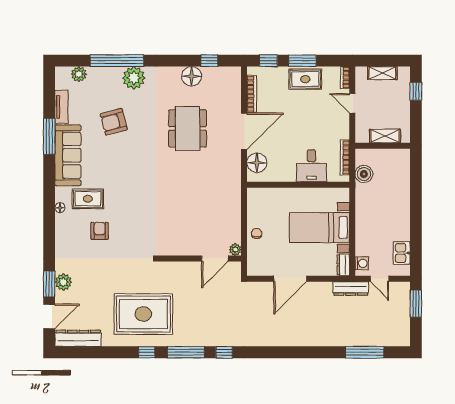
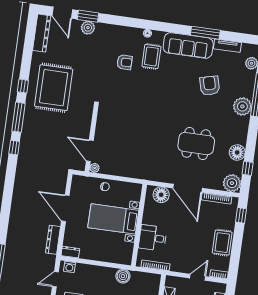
window: (302, 61) -> (237, 242), removed
plant: (230, 77) -> (232, 183), added
boiler: (364, 174) -> (123, 276), moved
bed with nightstands: (319, 228) -> (113, 219), moved, turned -90
dresser: (351, 288) -> (53, 240), moved

